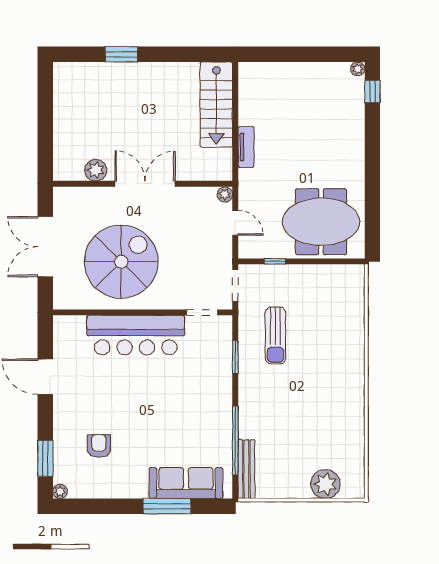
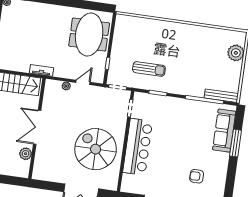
plant: (96, 170) -> (26, 154), moved
wall: (143, 184) -> (37, 129), moved
double door: (145, 184) -> (37, 127), moved

